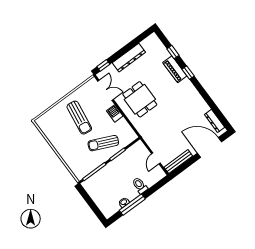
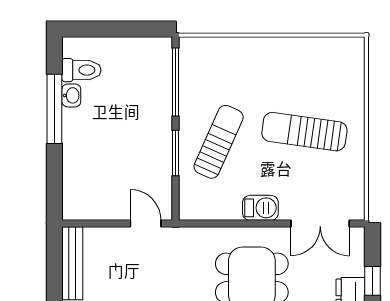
window: (103, 65) -> (373, 281), moved
door: (156, 158) -> (146, 223), moved
toilet: (140, 185) -> (81, 70), moved

